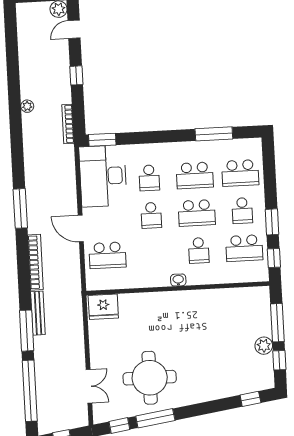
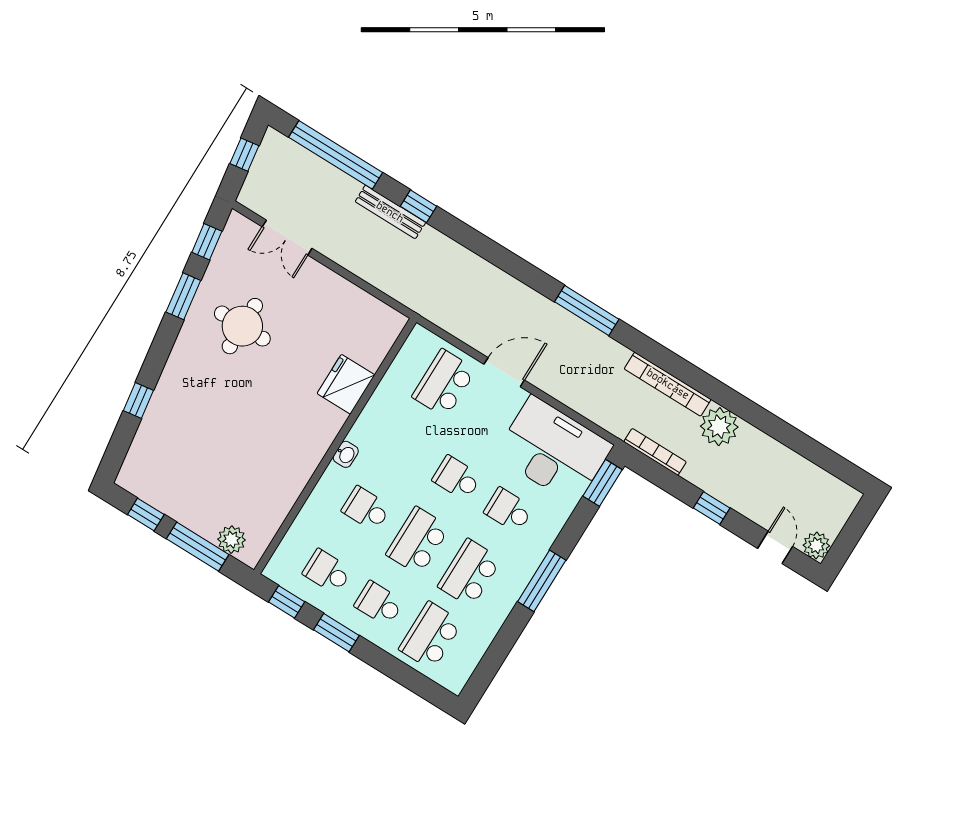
plant: (27, 106) -> (719, 427), width x1.87, depth x1.87
window: (214, 134) -> (542, 581), moved
school desk: (244, 248) -> (327, 572), width x0.54
bookcase: (35, 262) -> (668, 384), moved
fridge: (103, 307) -> (346, 384), moved
bench: (38, 313) -> (390, 212), moved
window: (27, 331) -> (419, 206), width x0.46
plant: (264, 346) -> (232, 540), moved
round table: (150, 378) -> (242, 326), width x0.73, depth x0.73
window: (250, 399) -> (138, 401), moved
window: (155, 418) -> (183, 296), width x0.69

